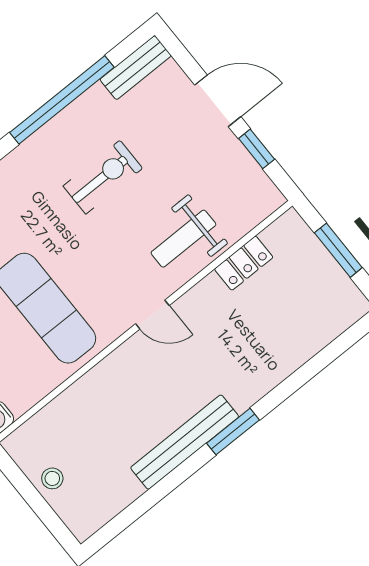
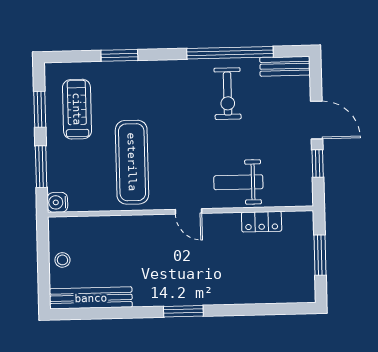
exercise bike: (103, 177) -> (228, 94), moved, turned 90
bench: (185, 442) -> (91, 298), moved

